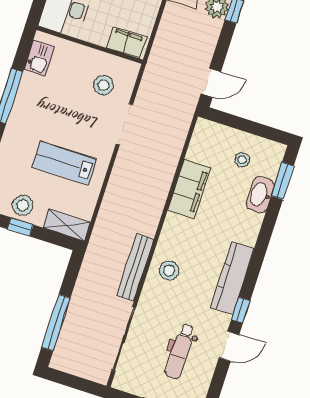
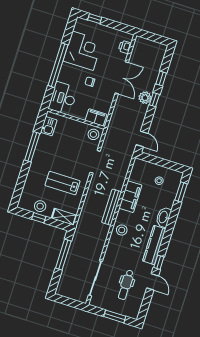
door: (211, 83) -> (142, 139), hinge flipped
stool: (104, 85) -> (93, 134), moved
washbasin: (260, 195) -> (163, 217), moved
bench: (135, 267) -> (112, 207), moved
stool: (169, 270) -> (122, 230), moved
window: (56, 323) -> (63, 255), moved
door: (229, 346) -> (153, 282), hinge flipped

